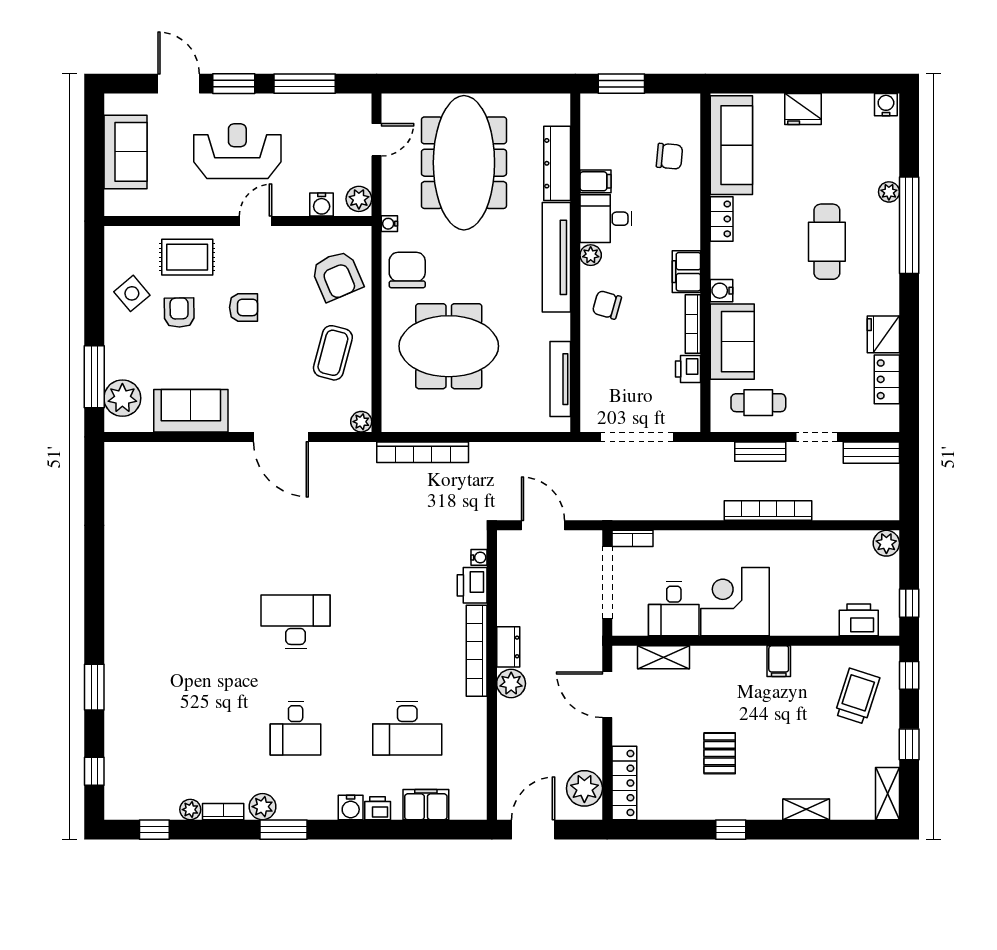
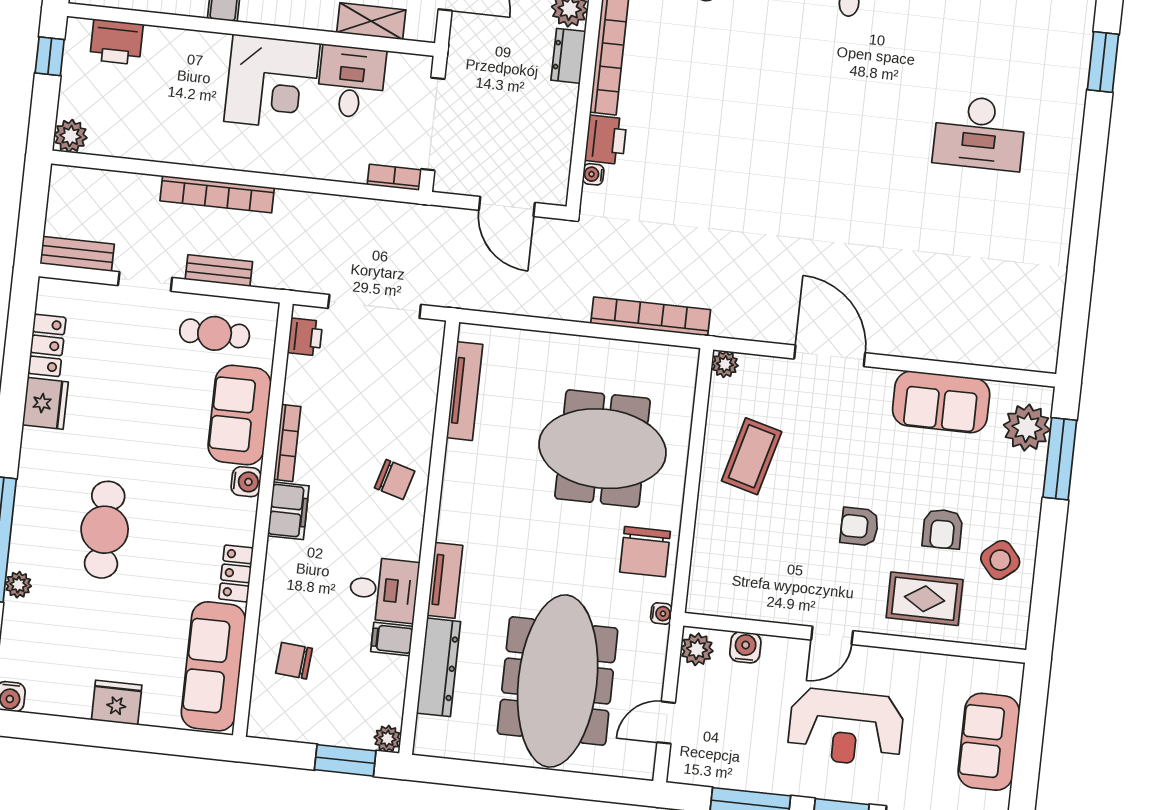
plant: (591, 255) -> (387, 739), moved
tv unit: (556, 257) -> (445, 580), width x0.52, depth x0.78
armchair: (337, 276) -> (736, 554), removed
printer: (688, 369) -> (305, 337), moved
desk: (296, 622) -> (979, 133), moved

